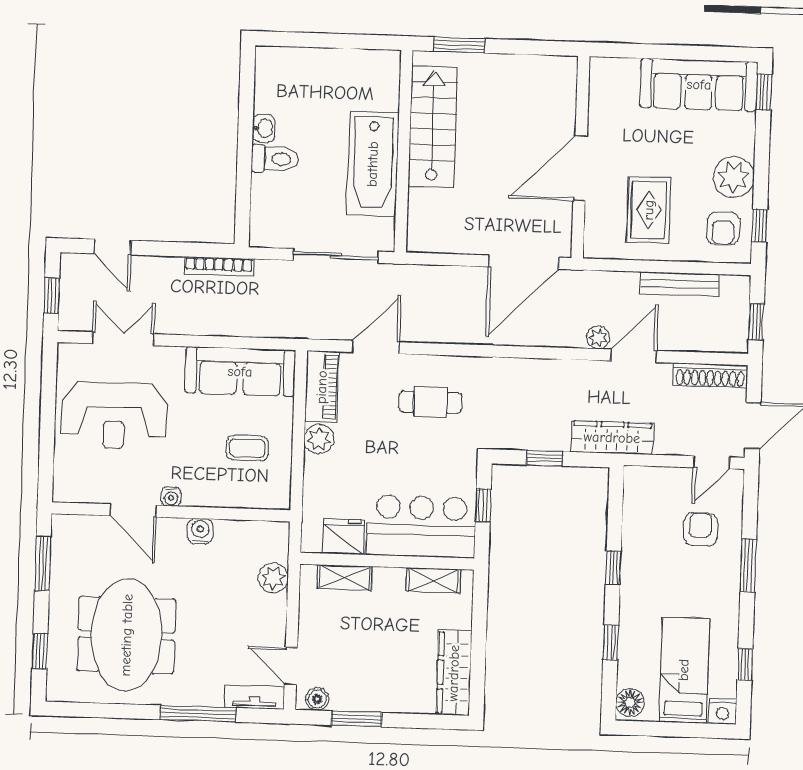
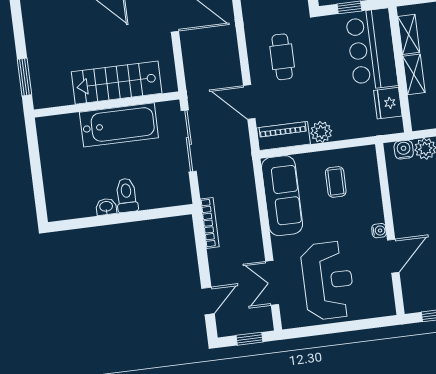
stairs: (433, 127) -> (117, 83), moved
water cooler: (200, 531) -> (404, 150), moved, turned 90
shelving: (345, 578) -> (414, 74), moved

